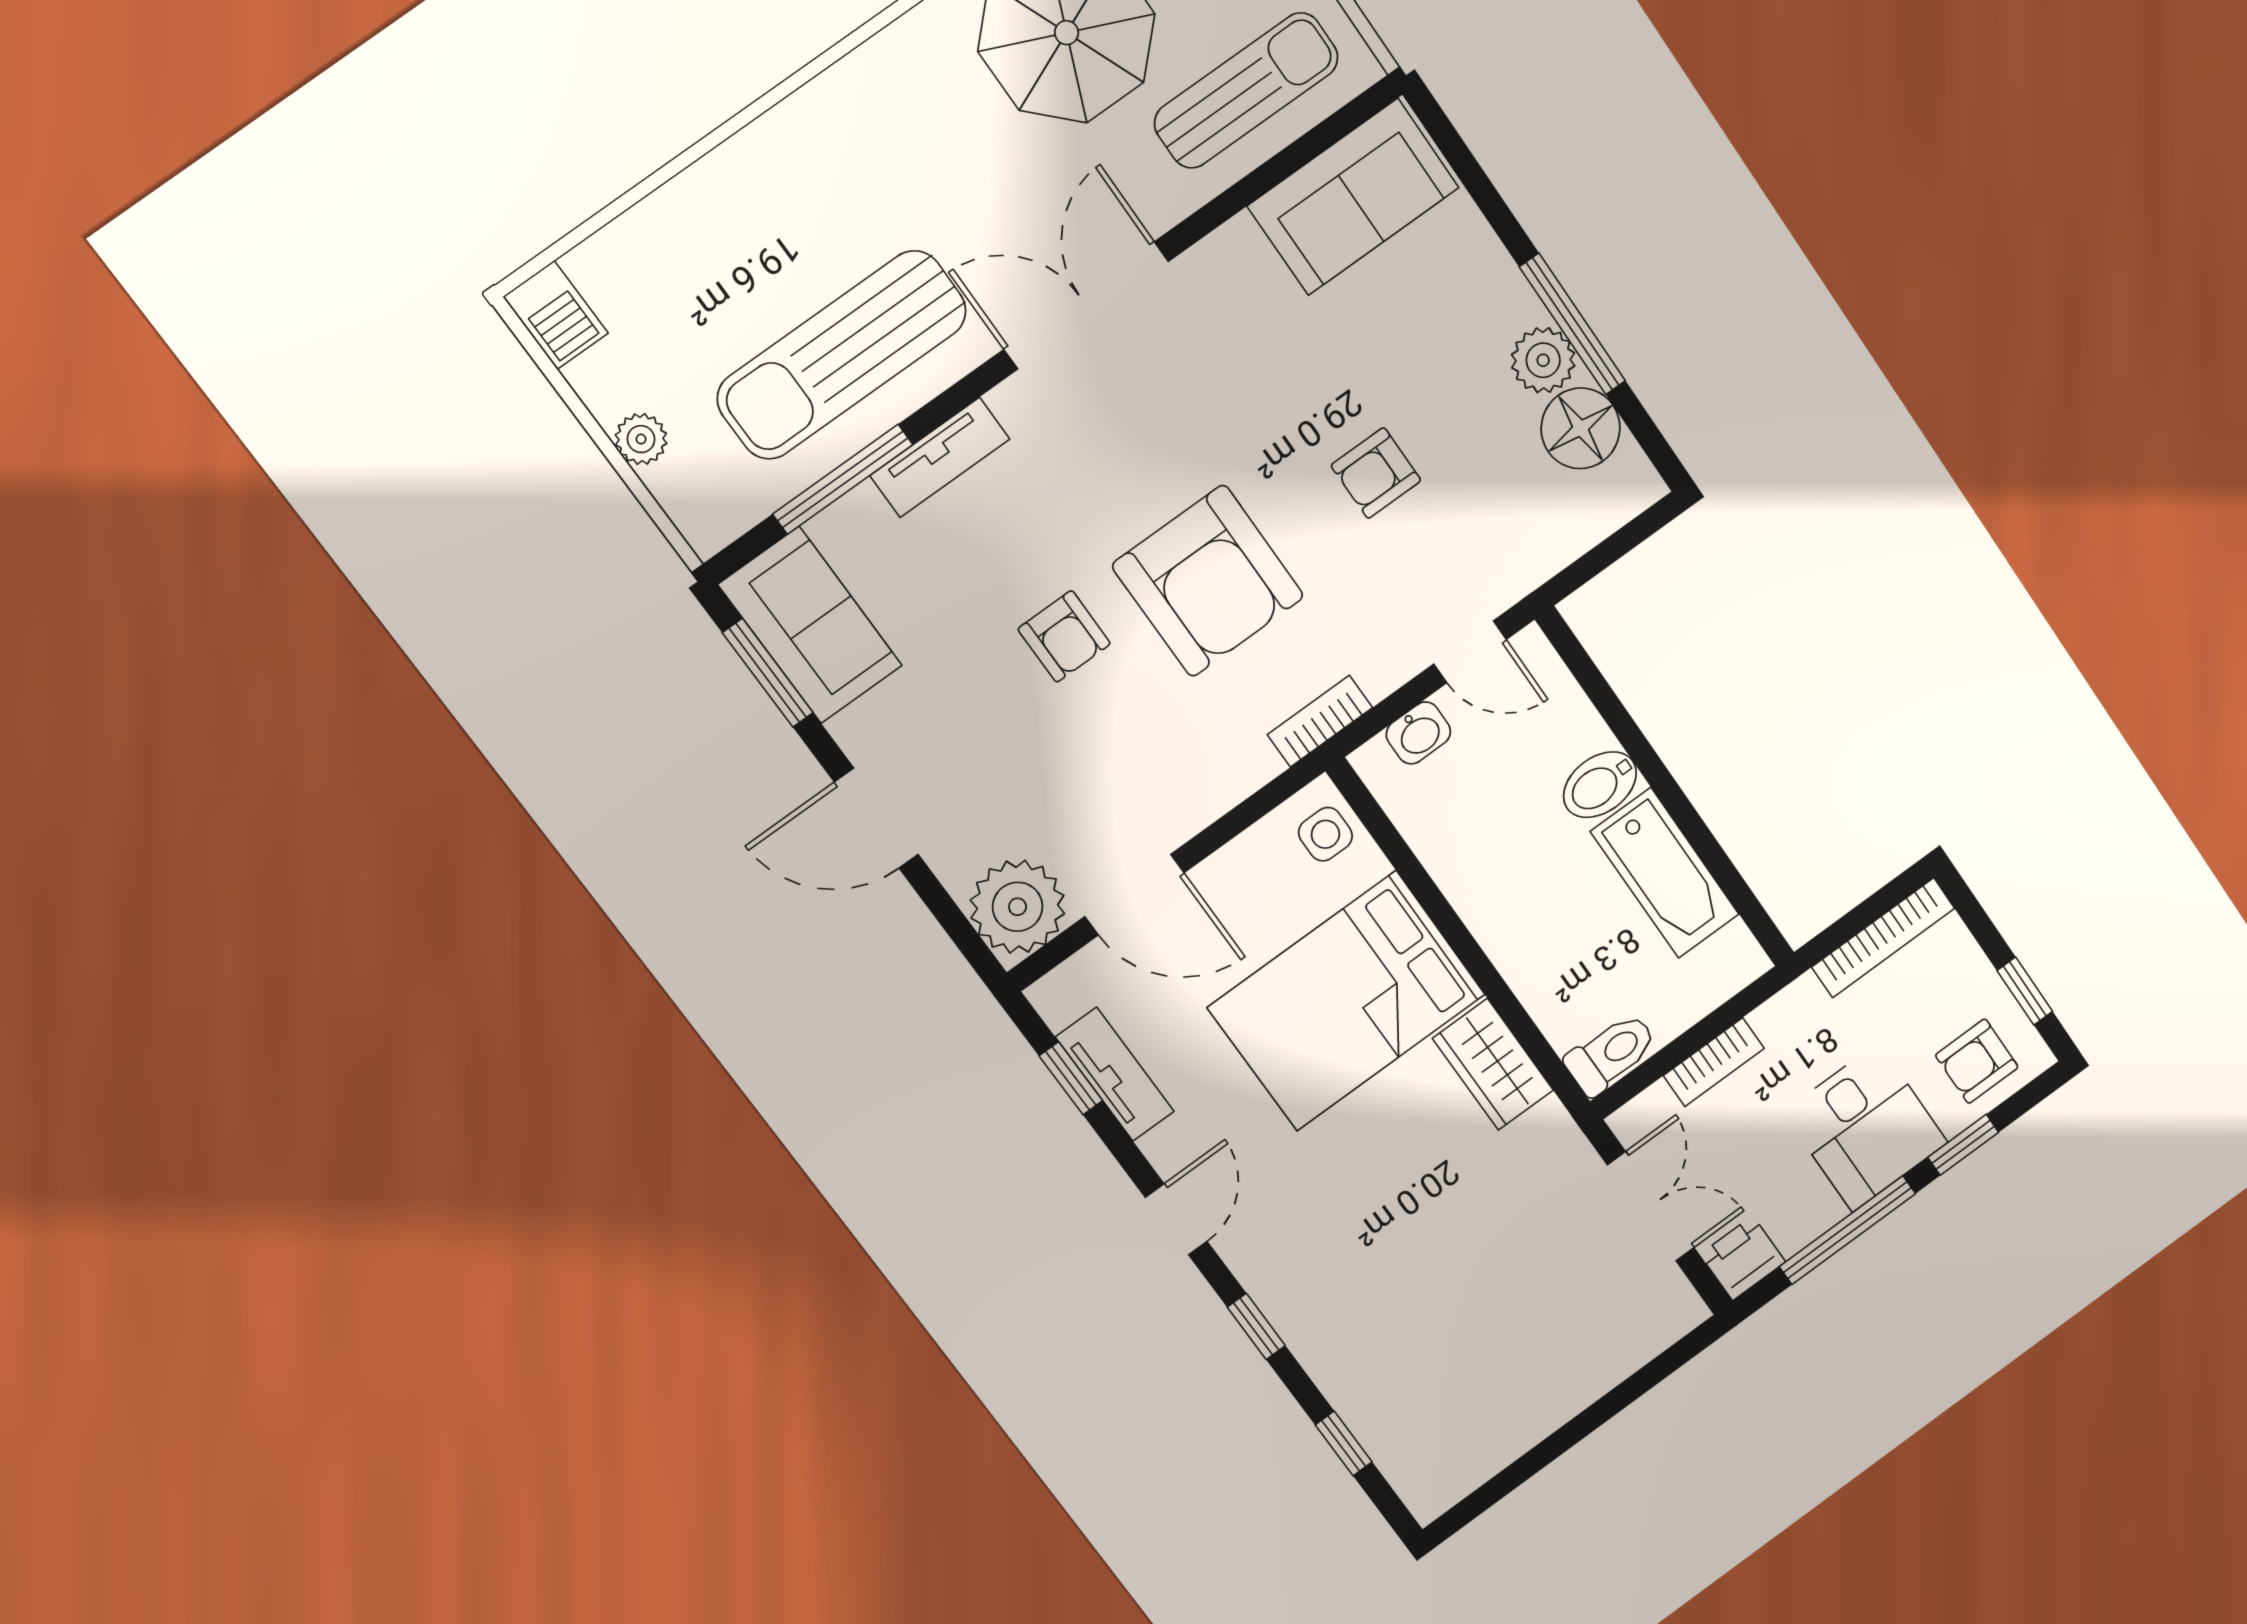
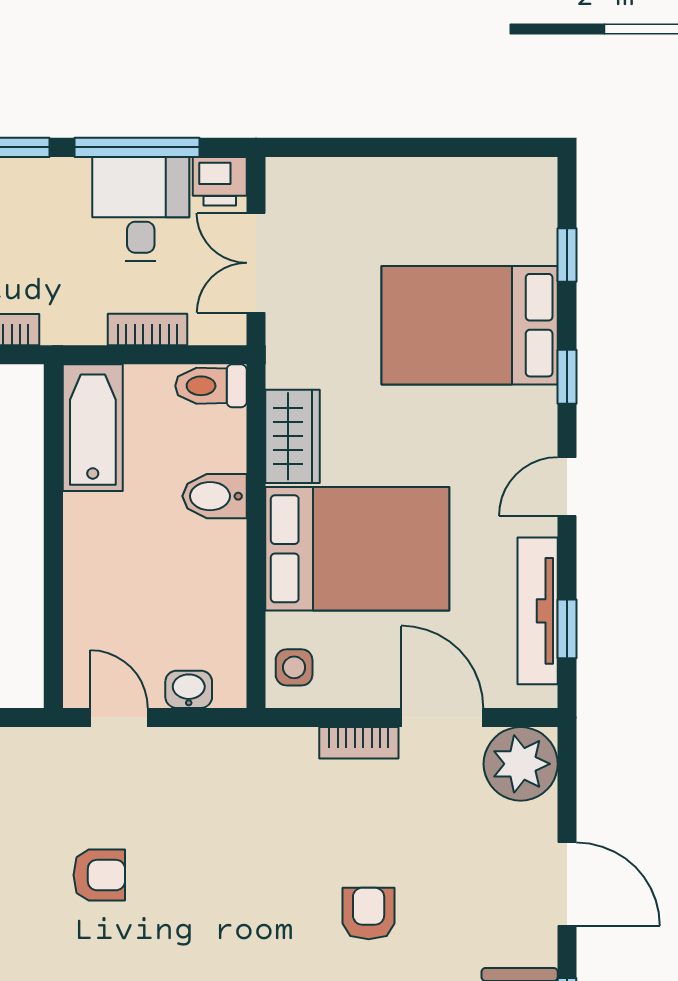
armchair: (1208, 581) -> (254, 883), removed
bookcase: (1320, 721) -> (359, 743), moved
bidet: (1600, 785) -> (214, 496), moved, turned 180
bathtub: (1665, 873) -> (93, 428), moved
tv unit: (1115, 1074) -> (538, 611), width x1.41
desk: (1865, 1127) -> (141, 209), moved
bed: (1392, 1304) -> (470, 325), added

